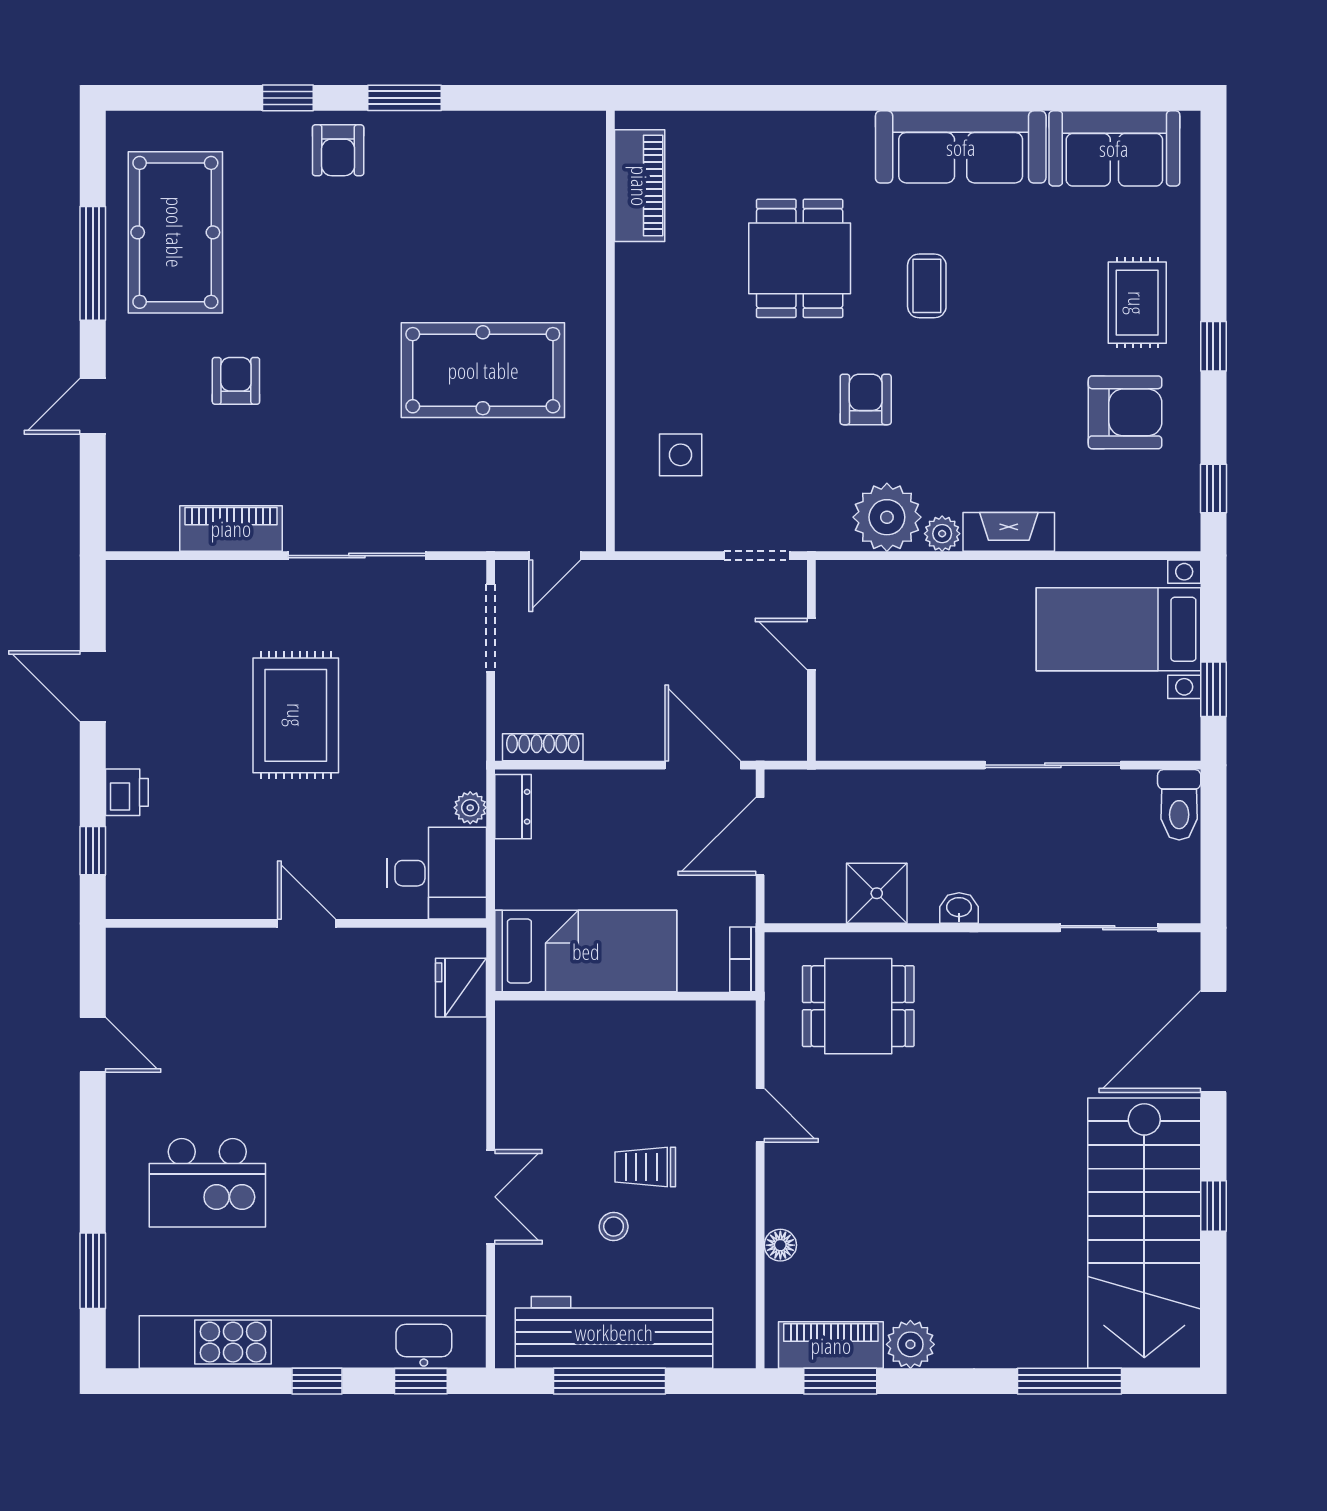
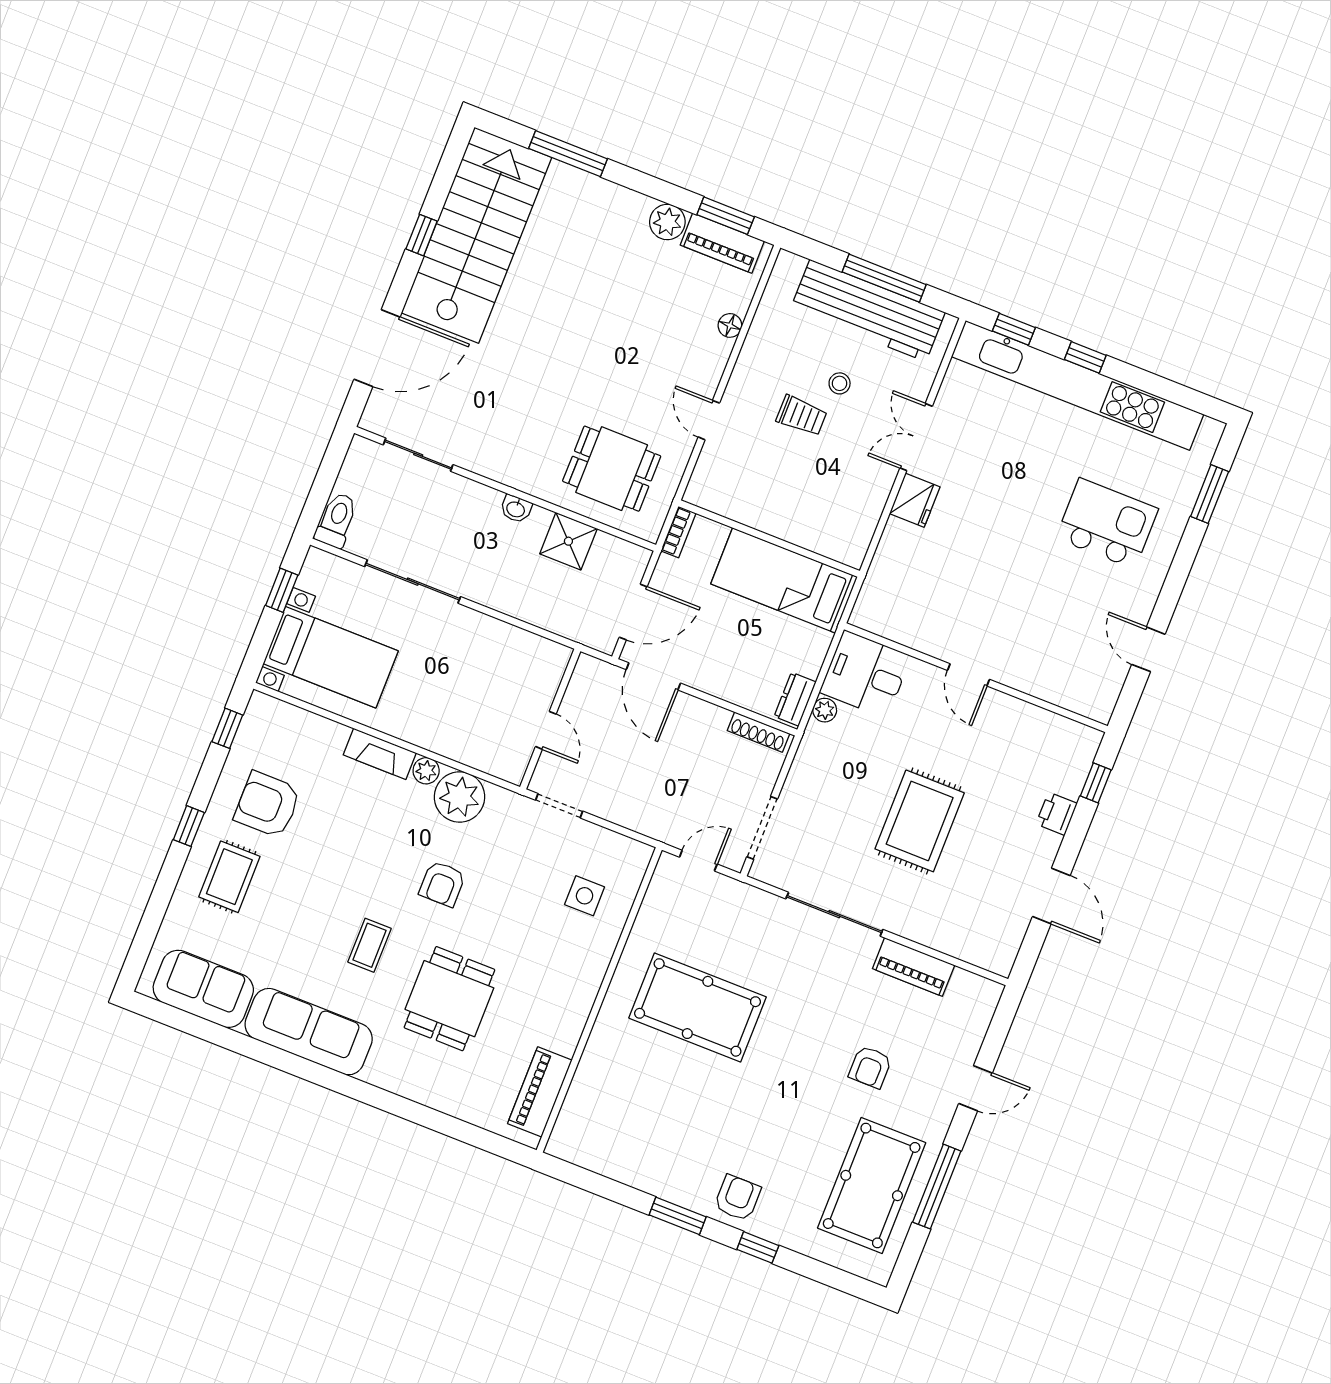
fridge: (461, 988) -> (915, 500), moved

